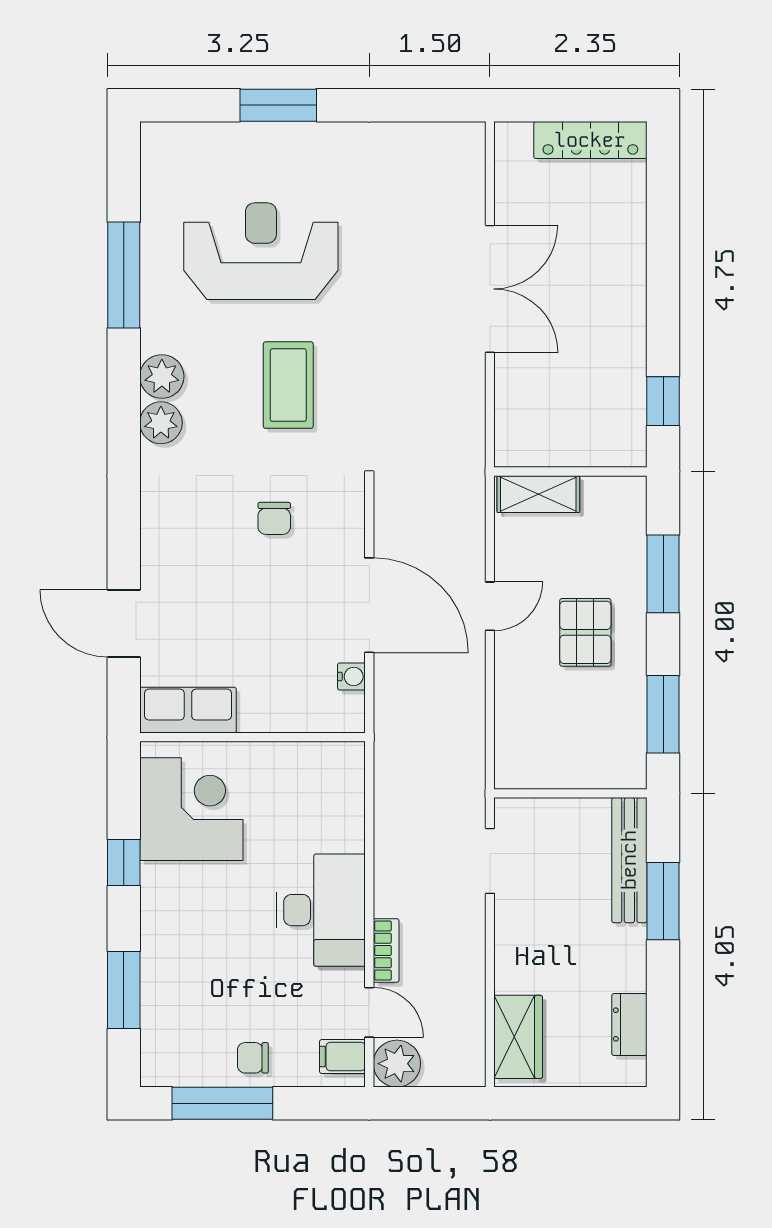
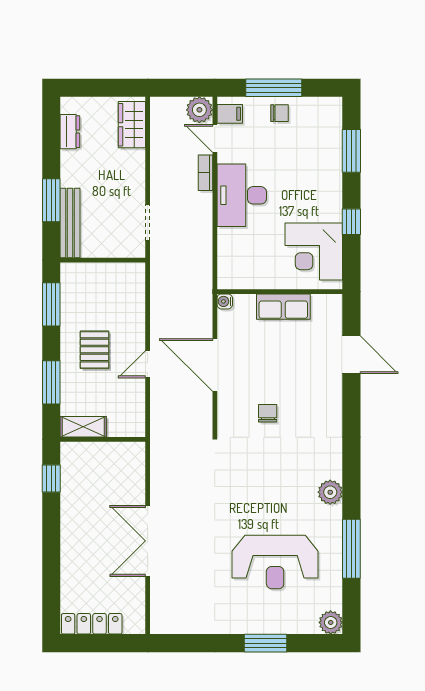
coffee table: (288, 385) -> (260, 487), removed
plant: (161, 423) -> (331, 622), moved
shelving: (538, 494) -> (83, 427), moved
water cooler: (351, 677) -> (225, 301), moved
row of seats: (188, 710) -> (283, 307), moved
window: (222, 1103) -> (274, 88), moved

